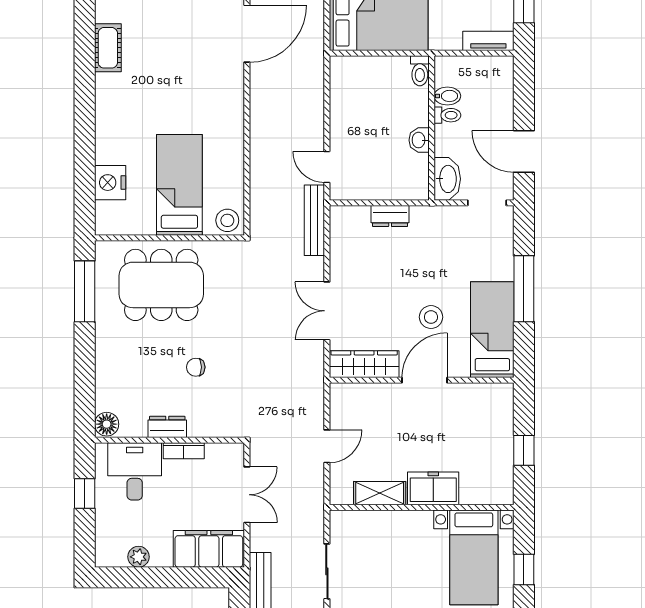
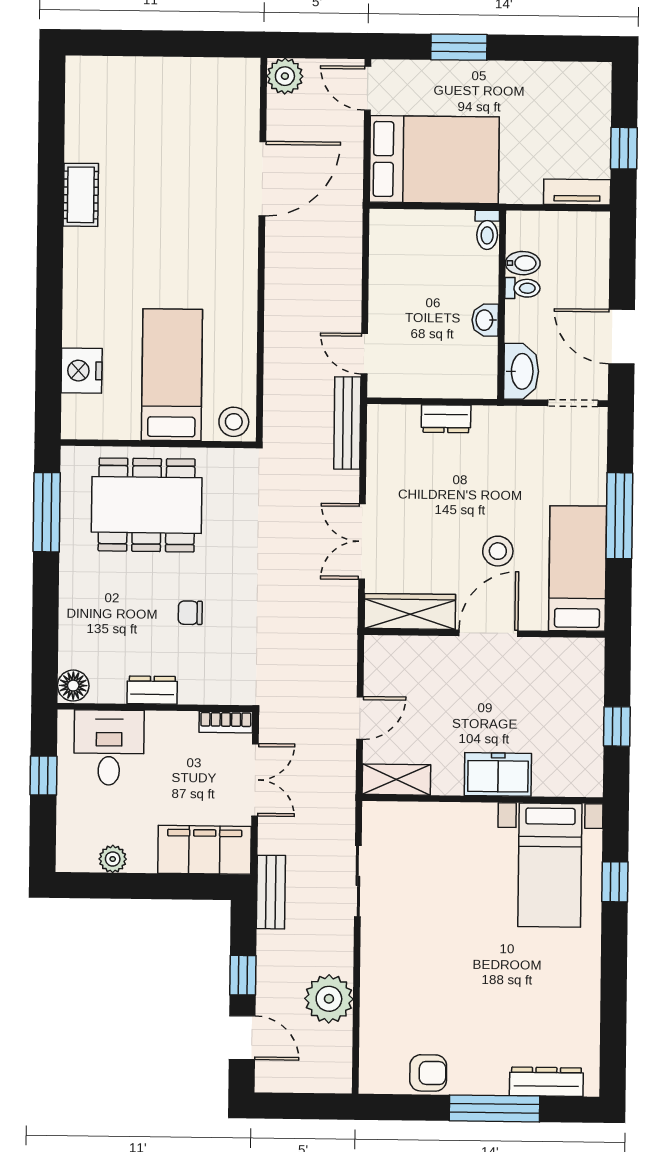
bookcase: (184, 451) -> (226, 722), moved
shelving: (380, 493) -> (396, 780), moved

